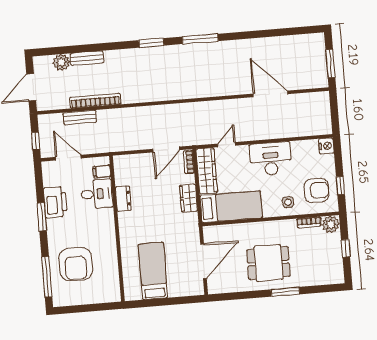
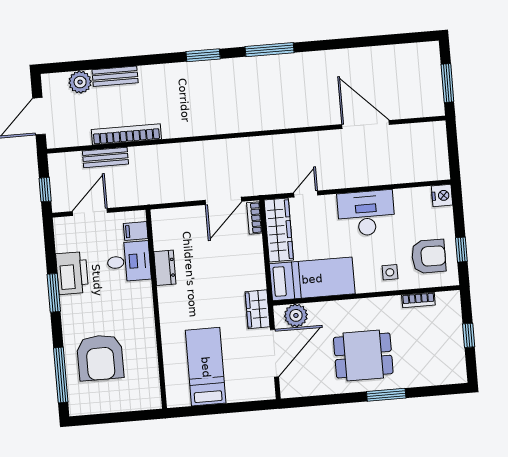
door: (68, 158) -> (90, 212), hinge flipped
wardrobe: (189, 198) -> (258, 309), moved
plant: (331, 224) -> (296, 315), moved

